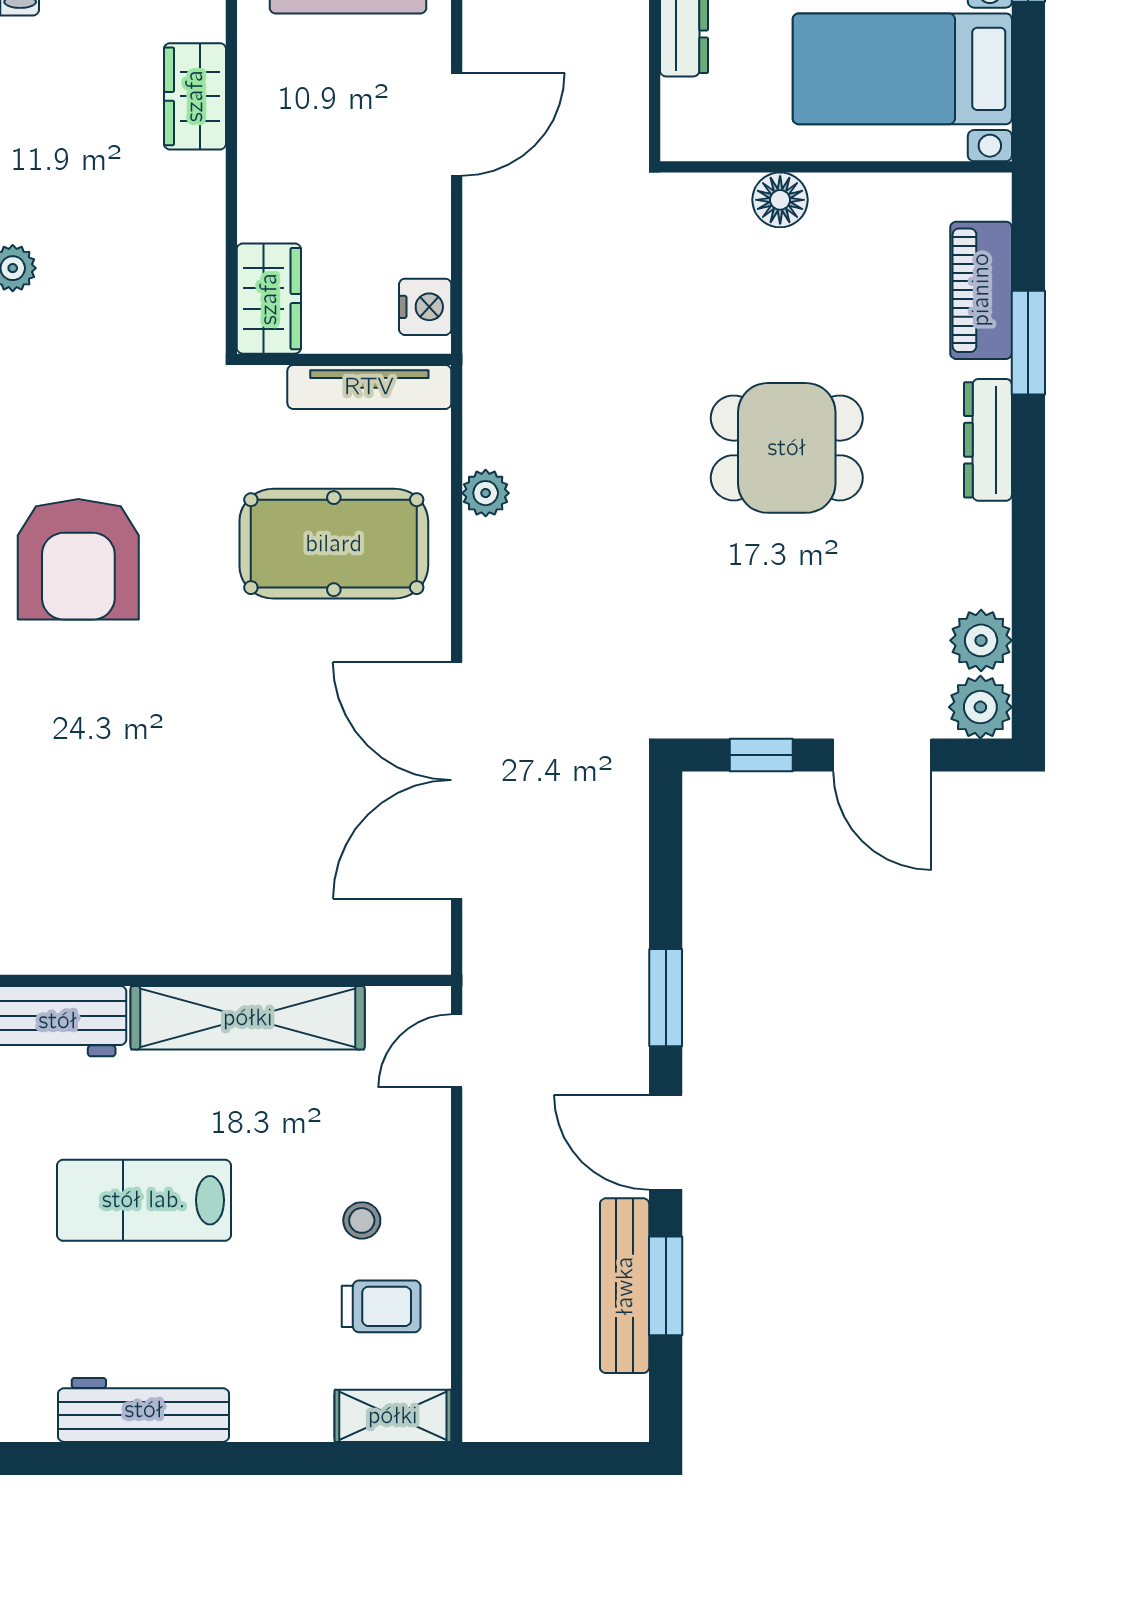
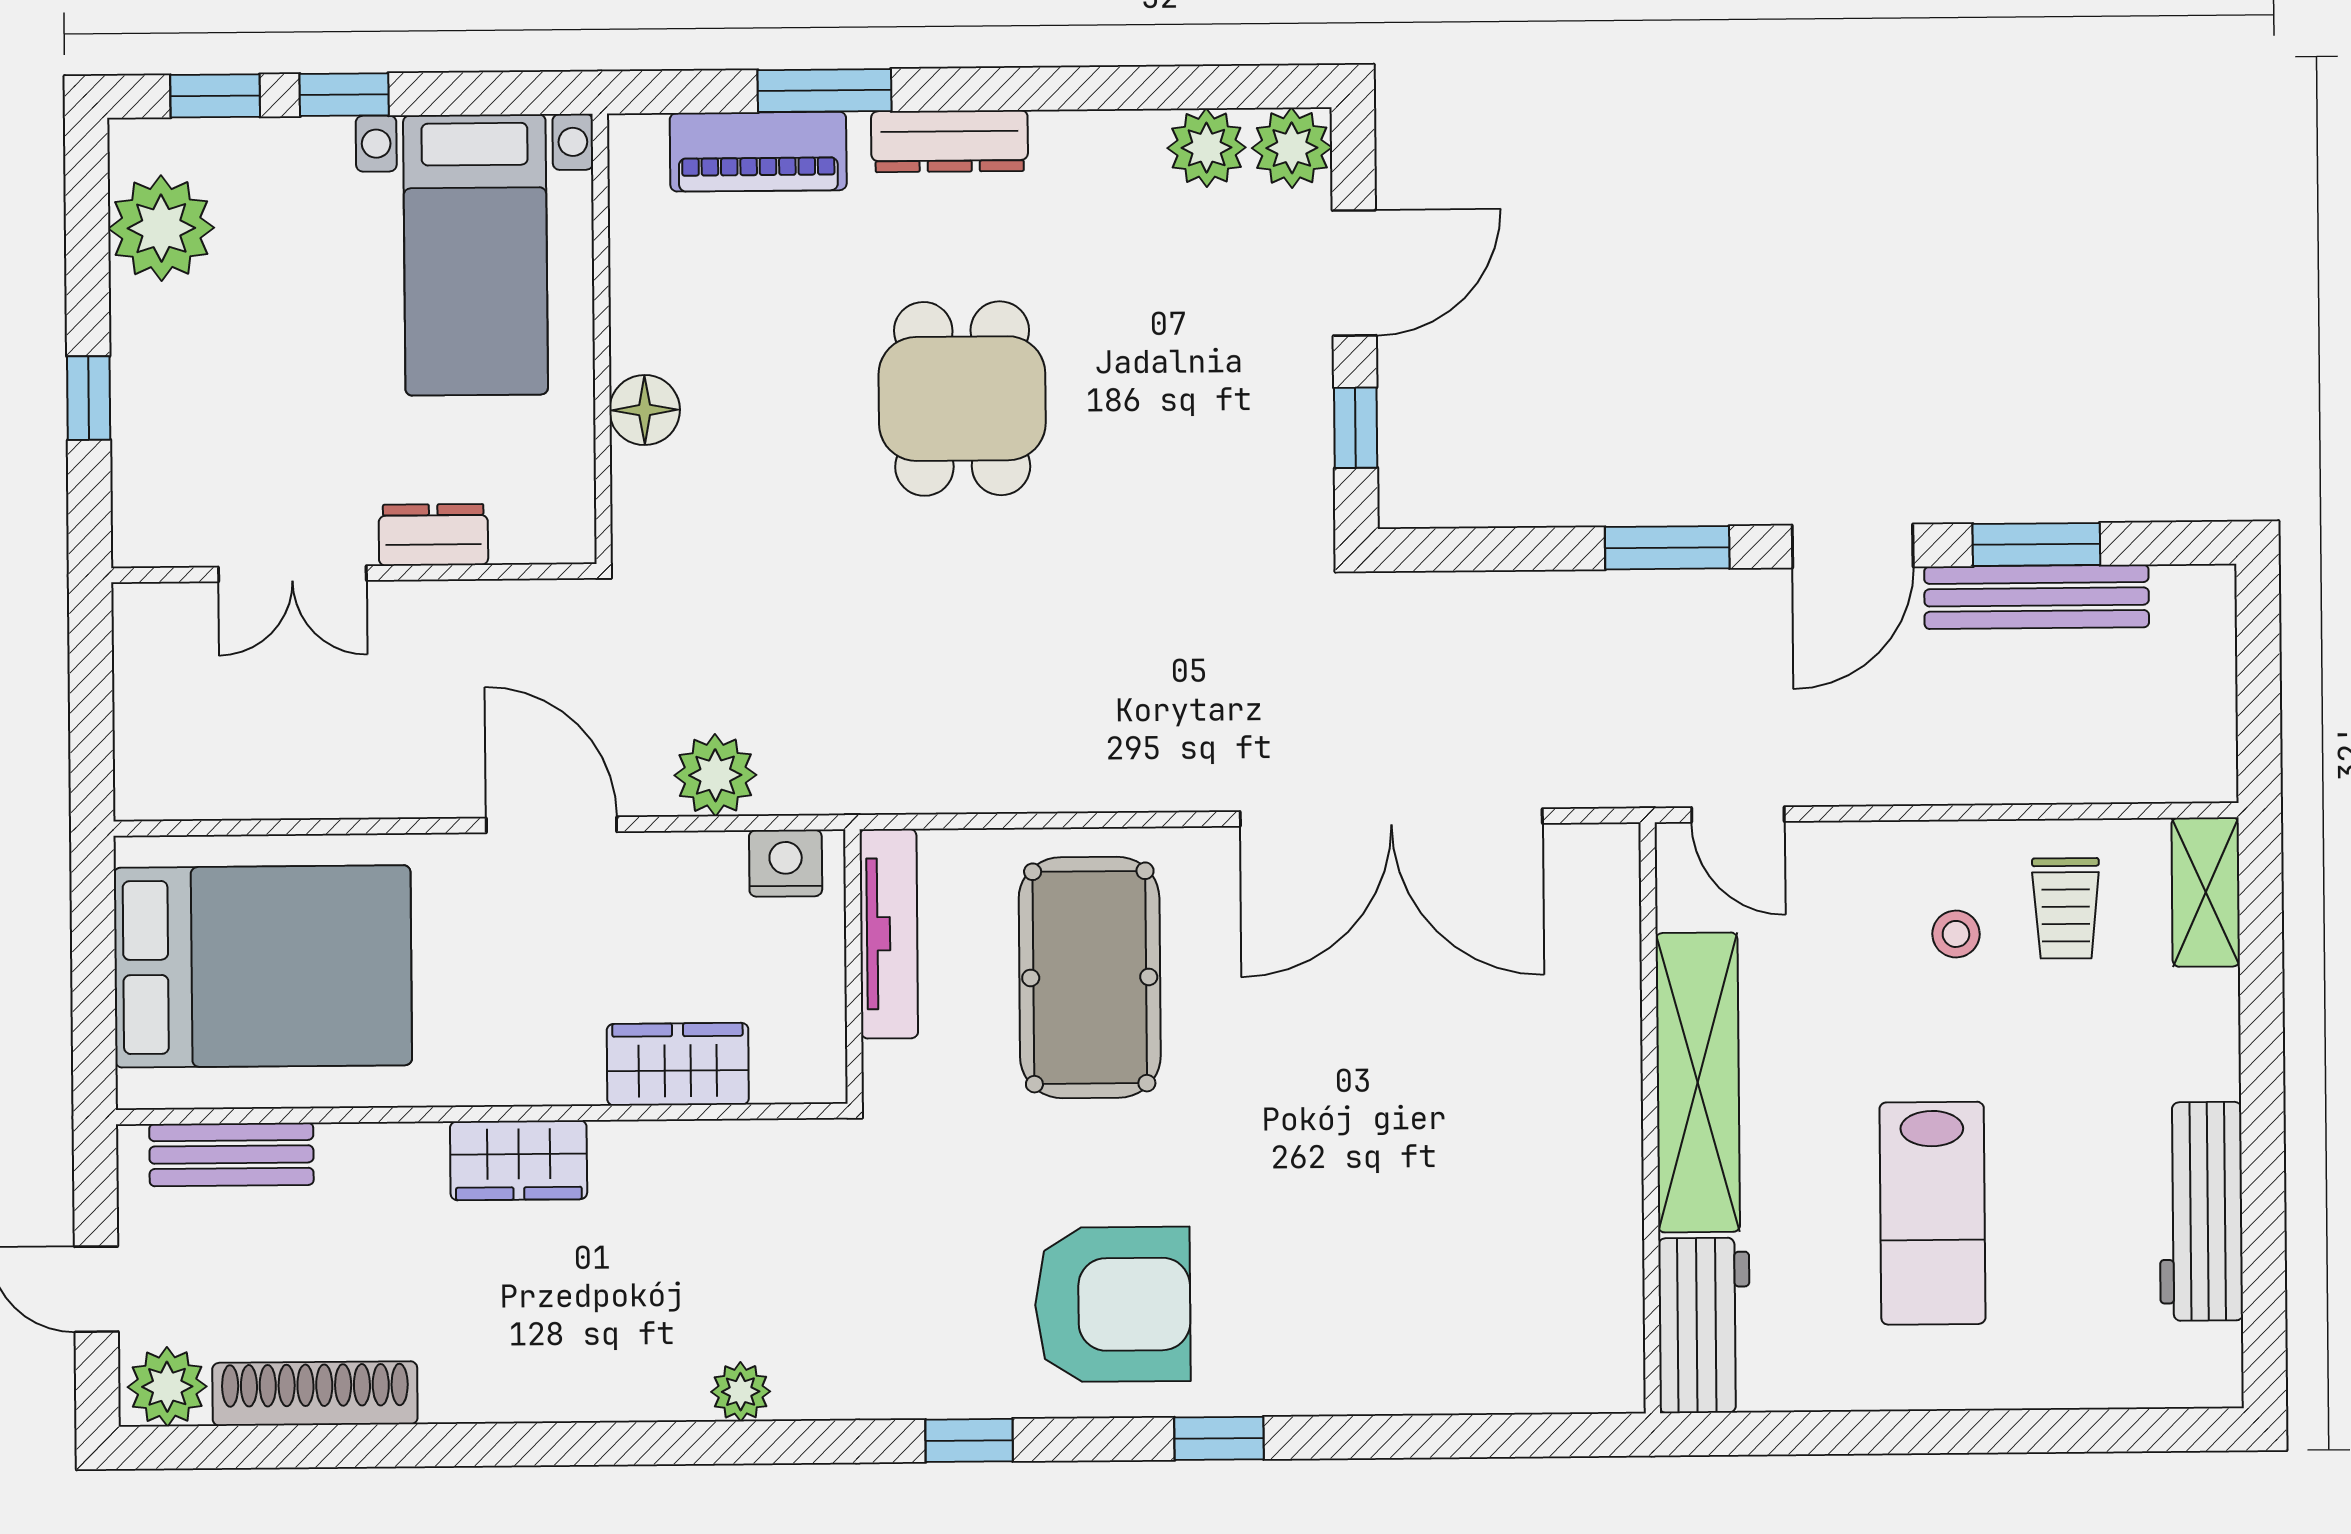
wardrobe: (269, 299) -> (678, 1064), moved
plant: (486, 493) -> (715, 775), moved, width x1.38, depth x1.38
trolley: (381, 1306) -> (2066, 908), turned 180

